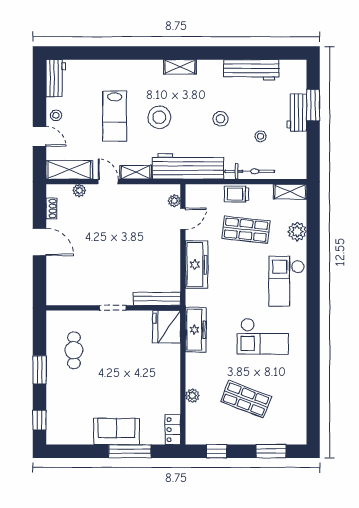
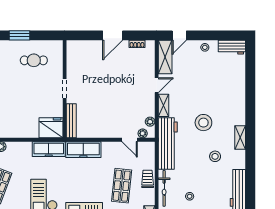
lab bench: (115, 116) -> (204, 90), removed
stool: (220, 119) -> (215, 156), moved
door: (39, 136) -> (179, 35), moved
plant: (79, 191) -> (150, 122), moved
freezer: (196, 265) -> (83, 150), moved

